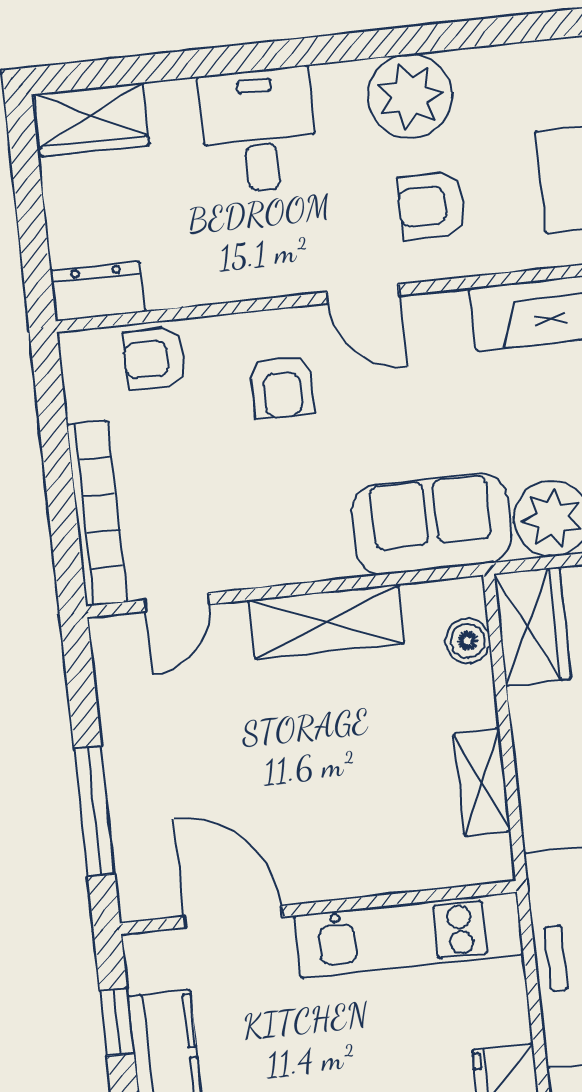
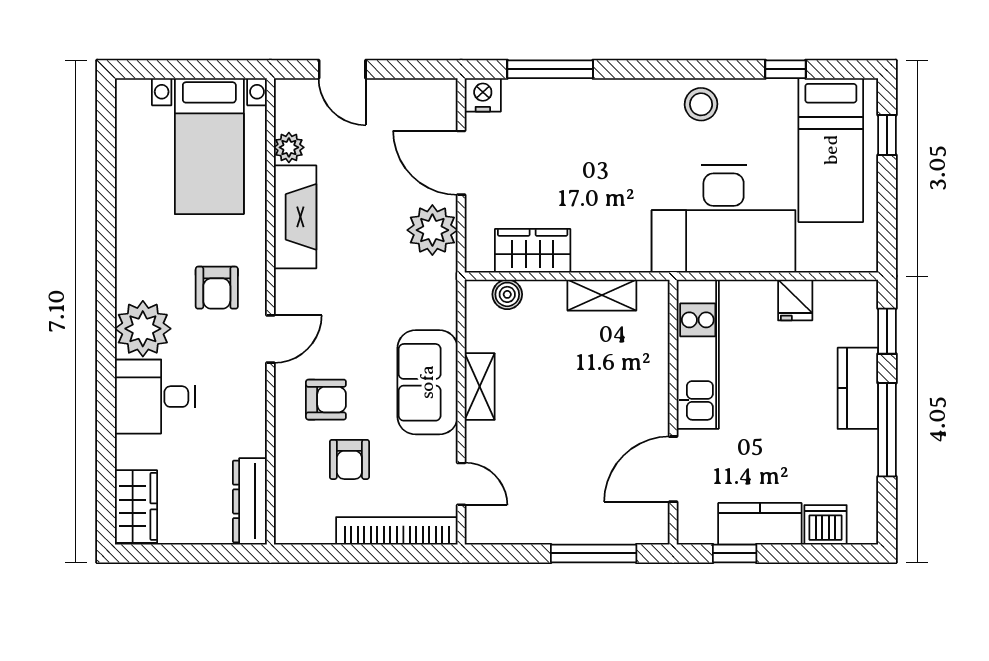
plant: (410, 96) -> (143, 329), moved
dresser: (98, 291) -> (250, 501), width x1.44
armchair: (154, 359) -> (349, 459), moved
sofa: (432, 524) -> (427, 382), moved
shelving: (326, 622) -> (480, 387), width x0.67, depth x0.75
wardrobe: (532, 626) -> (533, 251), moved

